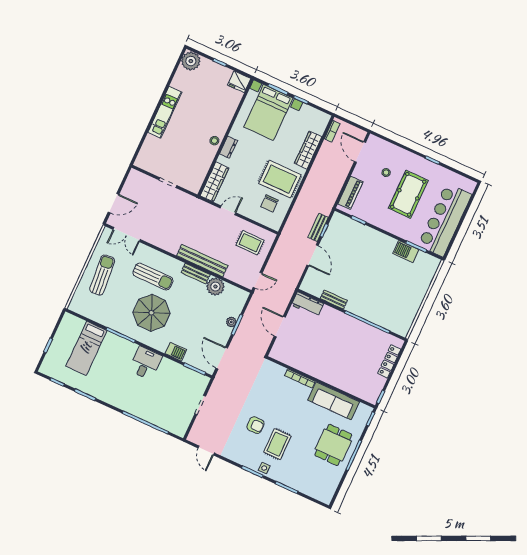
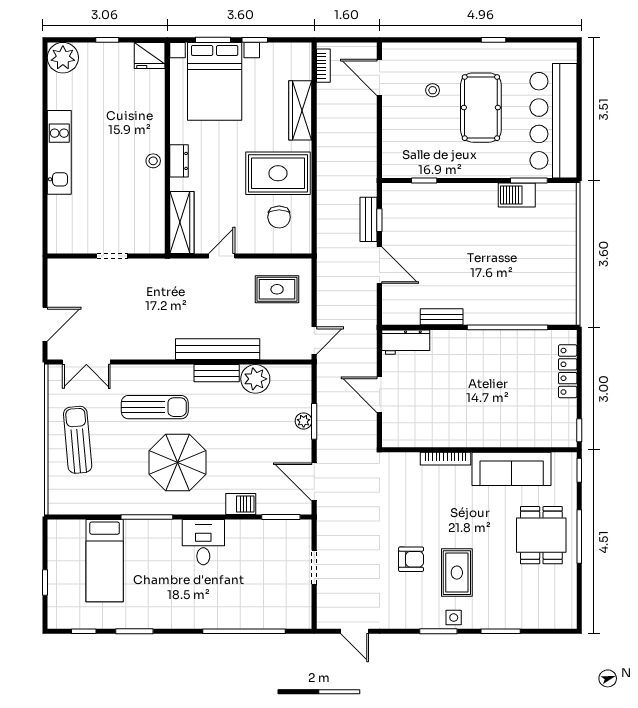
piano: (350, 193) -> (393, 145), removed

